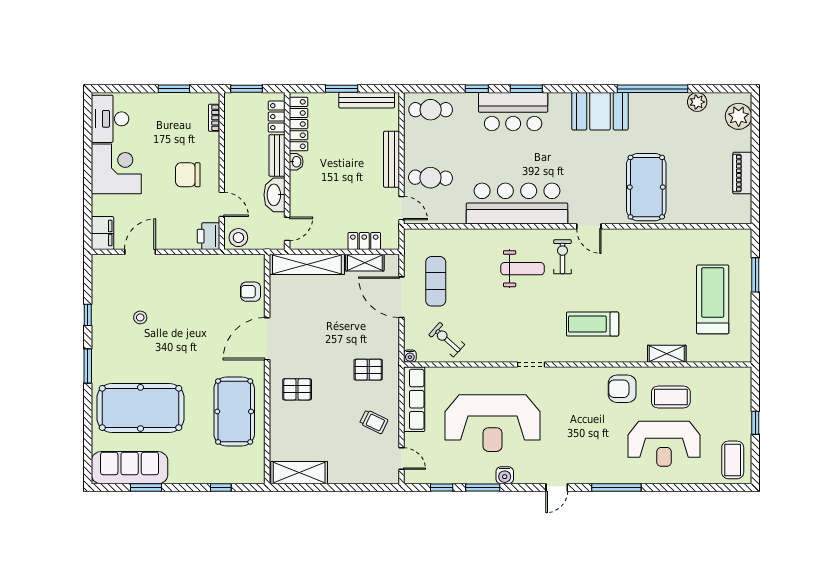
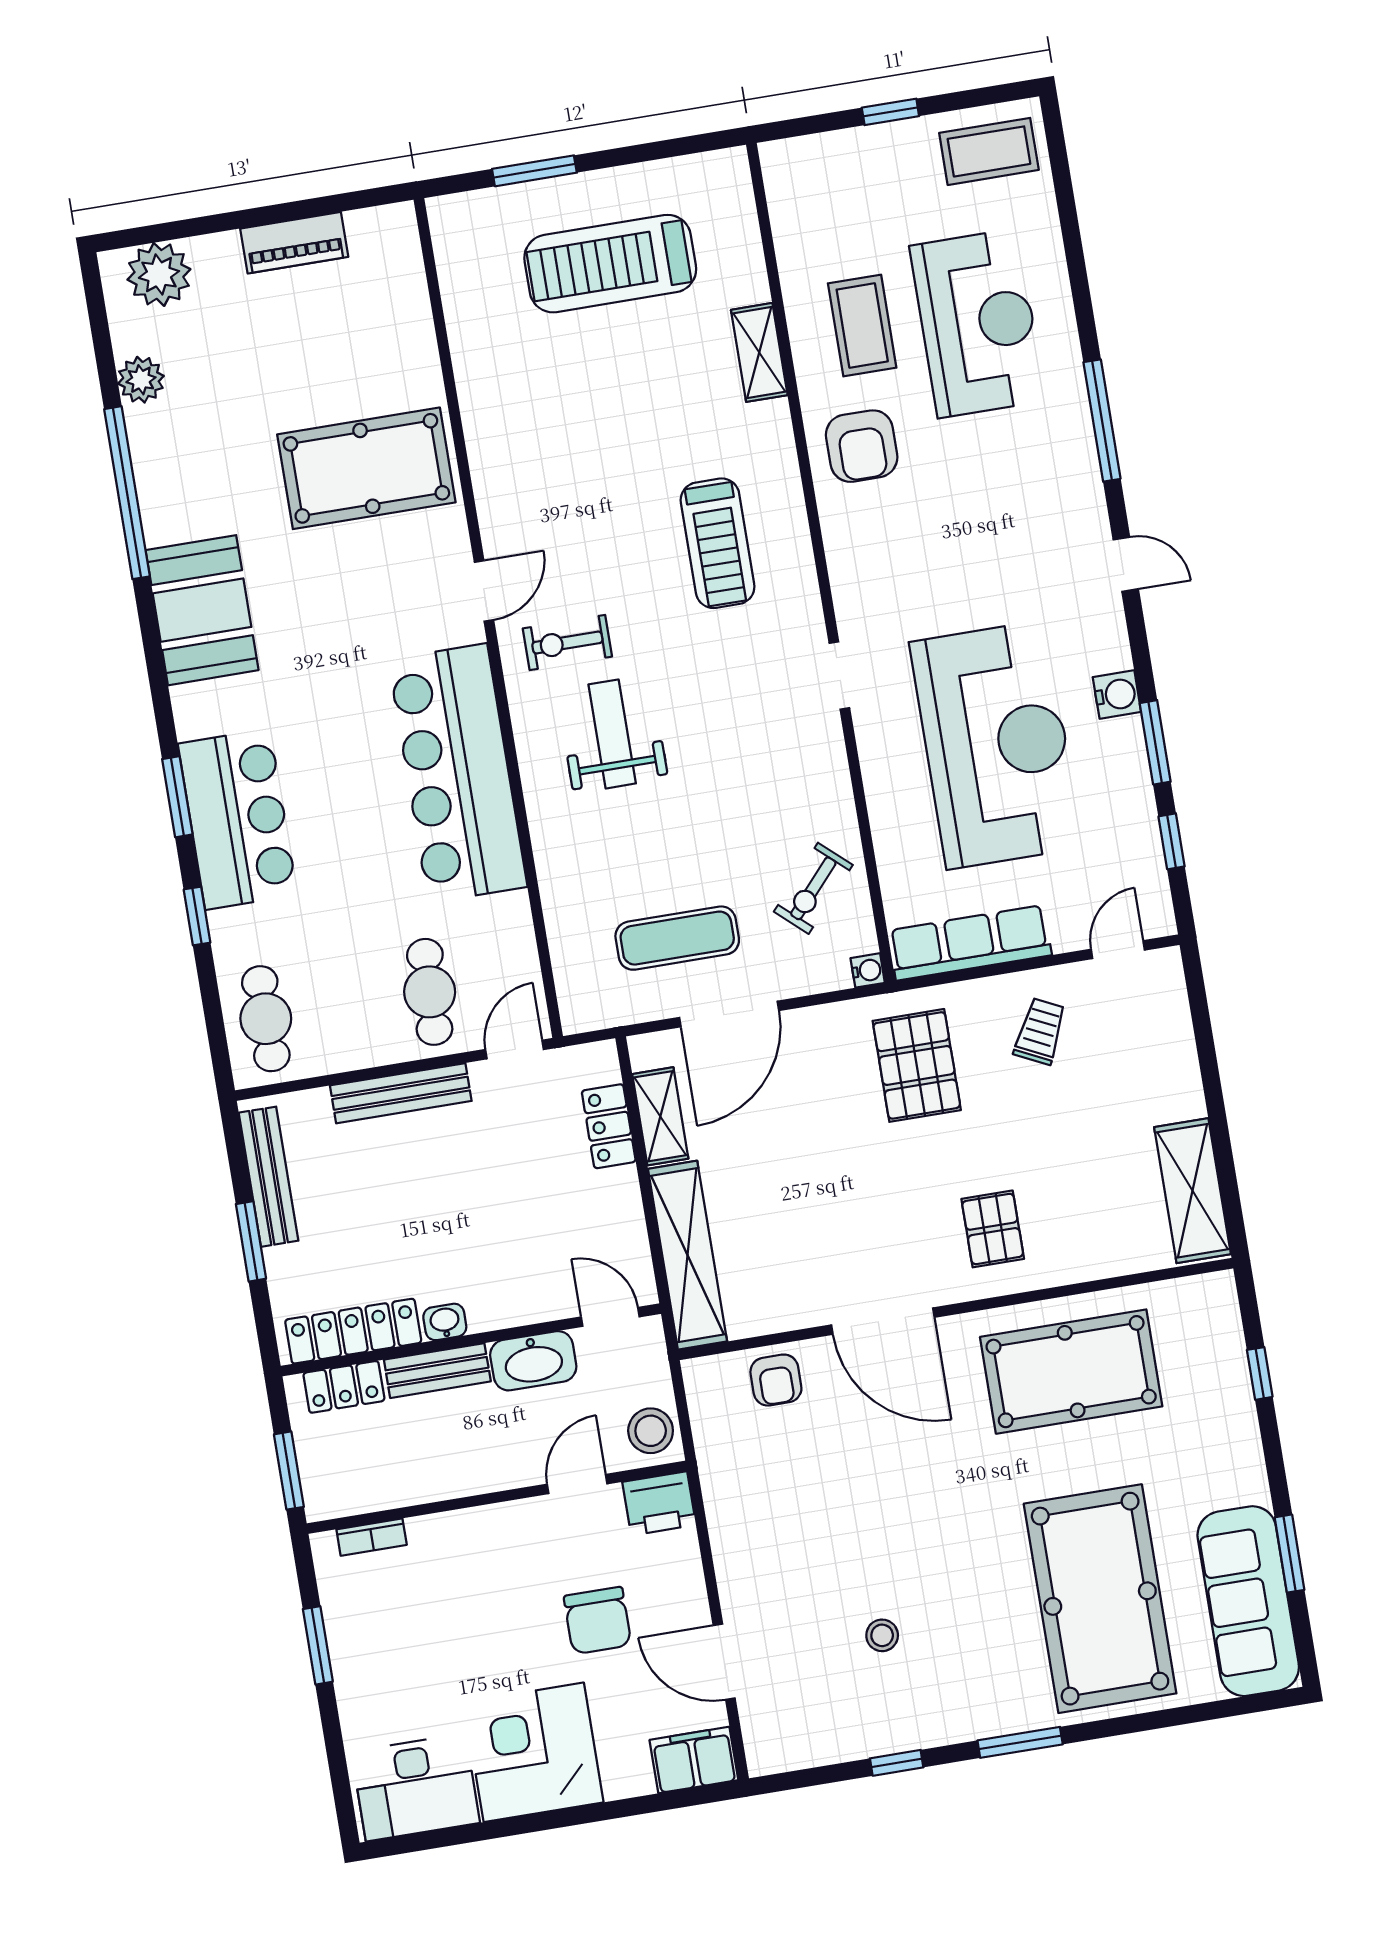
chair: (188, 175) -> (598, 1621), moved
pallet: (368, 370) -> (917, 1065), width x1.50, depth x1.42

